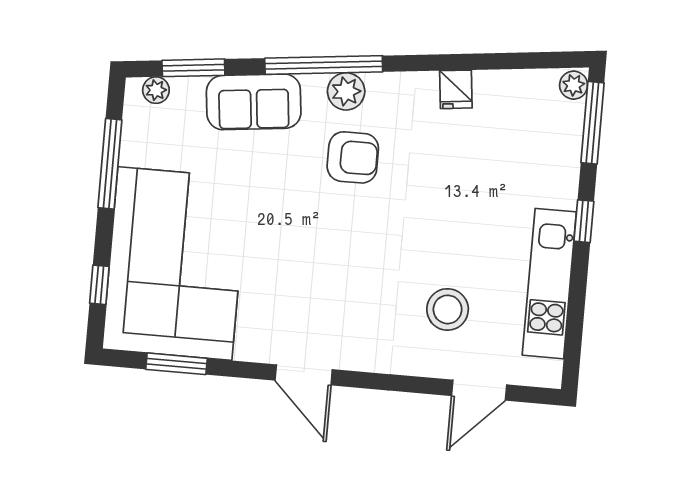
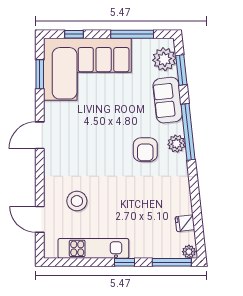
fridge: (456, 89) -> (185, 223), moved
plant: (156, 90) -> (164, 59), width x1.88, depth x1.88

